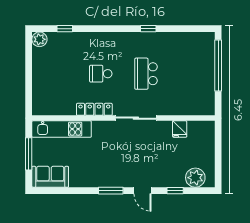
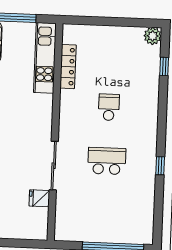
locker: (94, 109) -> (68, 67), moved
sliding door: (136, 118) -> (54, 166), moved

